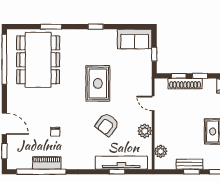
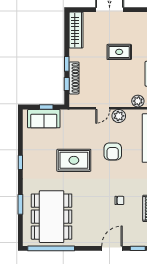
sofa: (135, 39) -> (44, 119), moved, turned 90
dining table: (38, 60) -> (52, 217), turned 90
door: (153, 103) -> (103, 108), moved
armchair: (107, 125) -> (113, 152), turned 53

